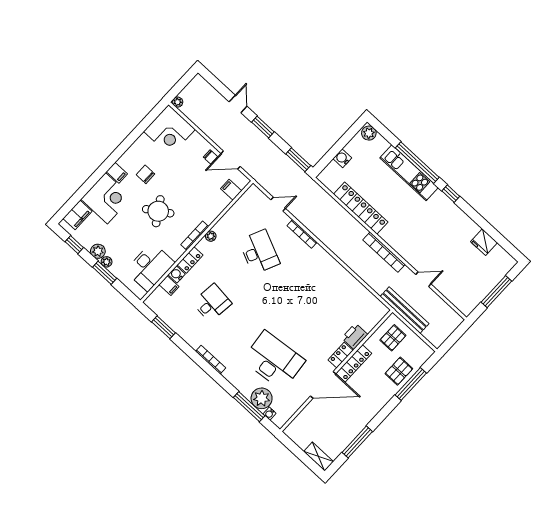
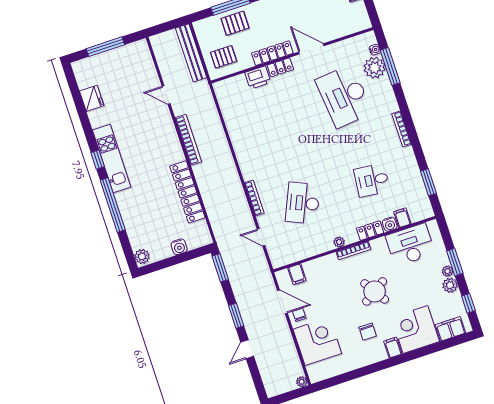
corner desk: (169, 130) -> (317, 341), moved
kitchen unit: (409, 173) -> (112, 159), moved
bench: (405, 310) -> (191, 53), moved
door: (323, 385) -> (311, 49), width x0.73

